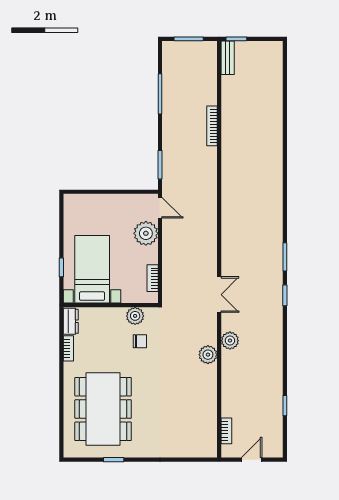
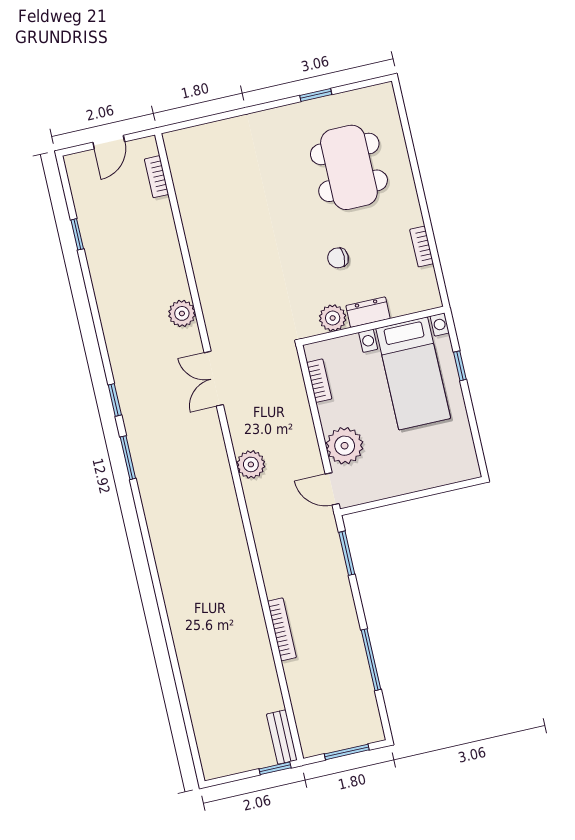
dresser: (71, 321) -> (368, 312), moved, turned 90
chair: (140, 341) -> (338, 258), moved
plant: (208, 355) -> (251, 464), moved
dining table: (103, 409) -> (349, 167), width x0.73, depth x0.80

